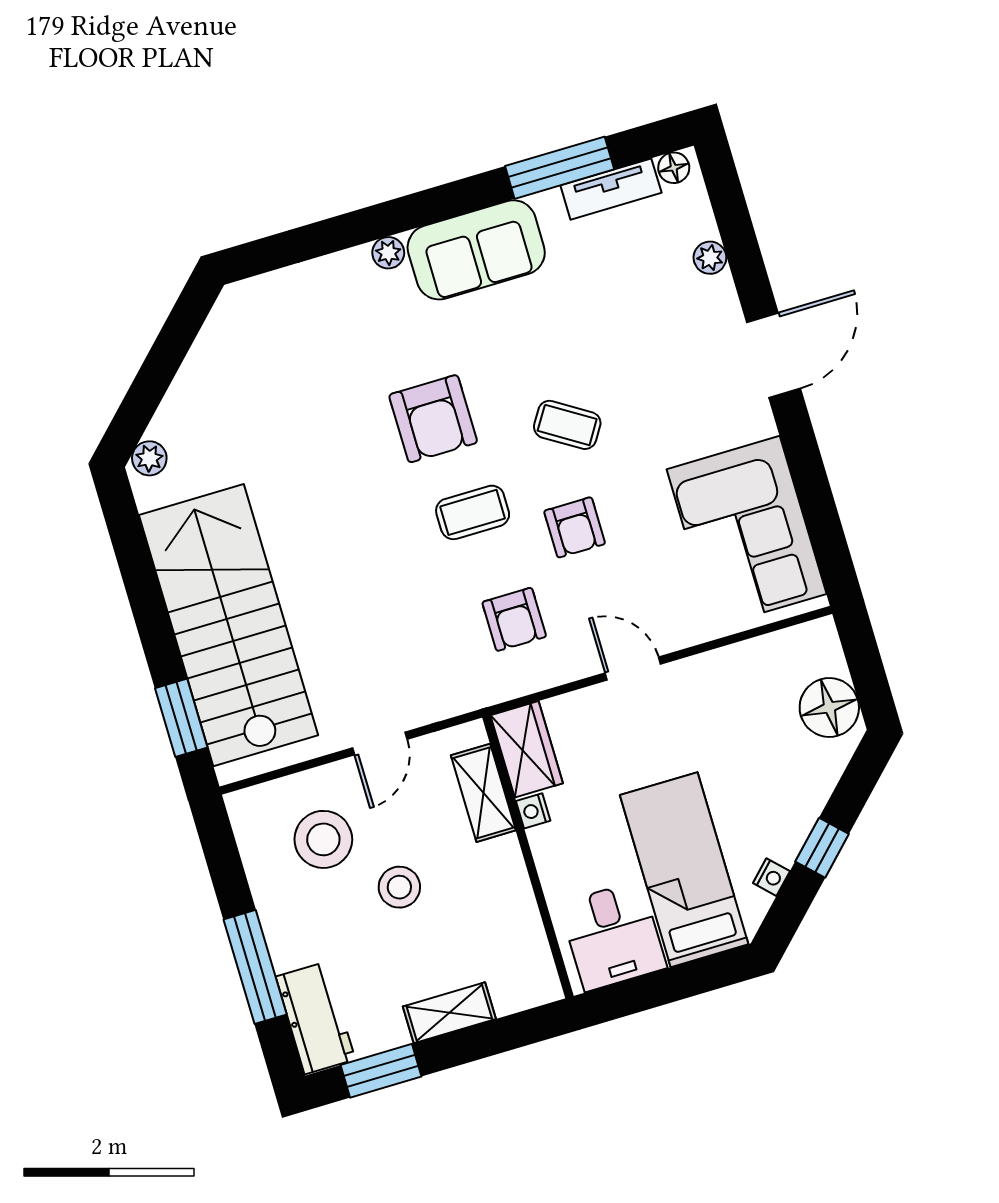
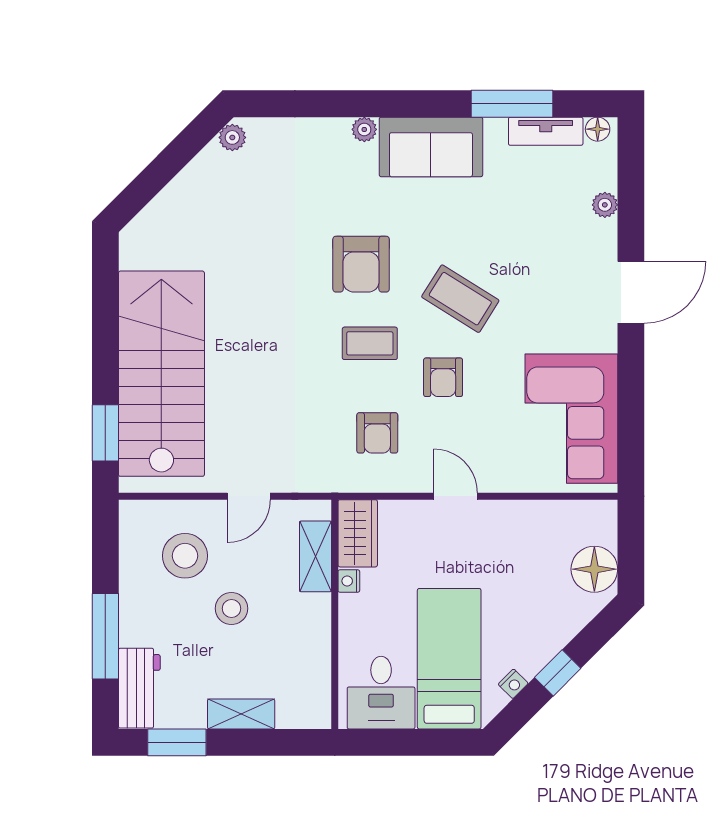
coffee table: (567, 425) -> (460, 299), width x1.36, depth x1.30
plant: (149, 458) -> (232, 137), moved

